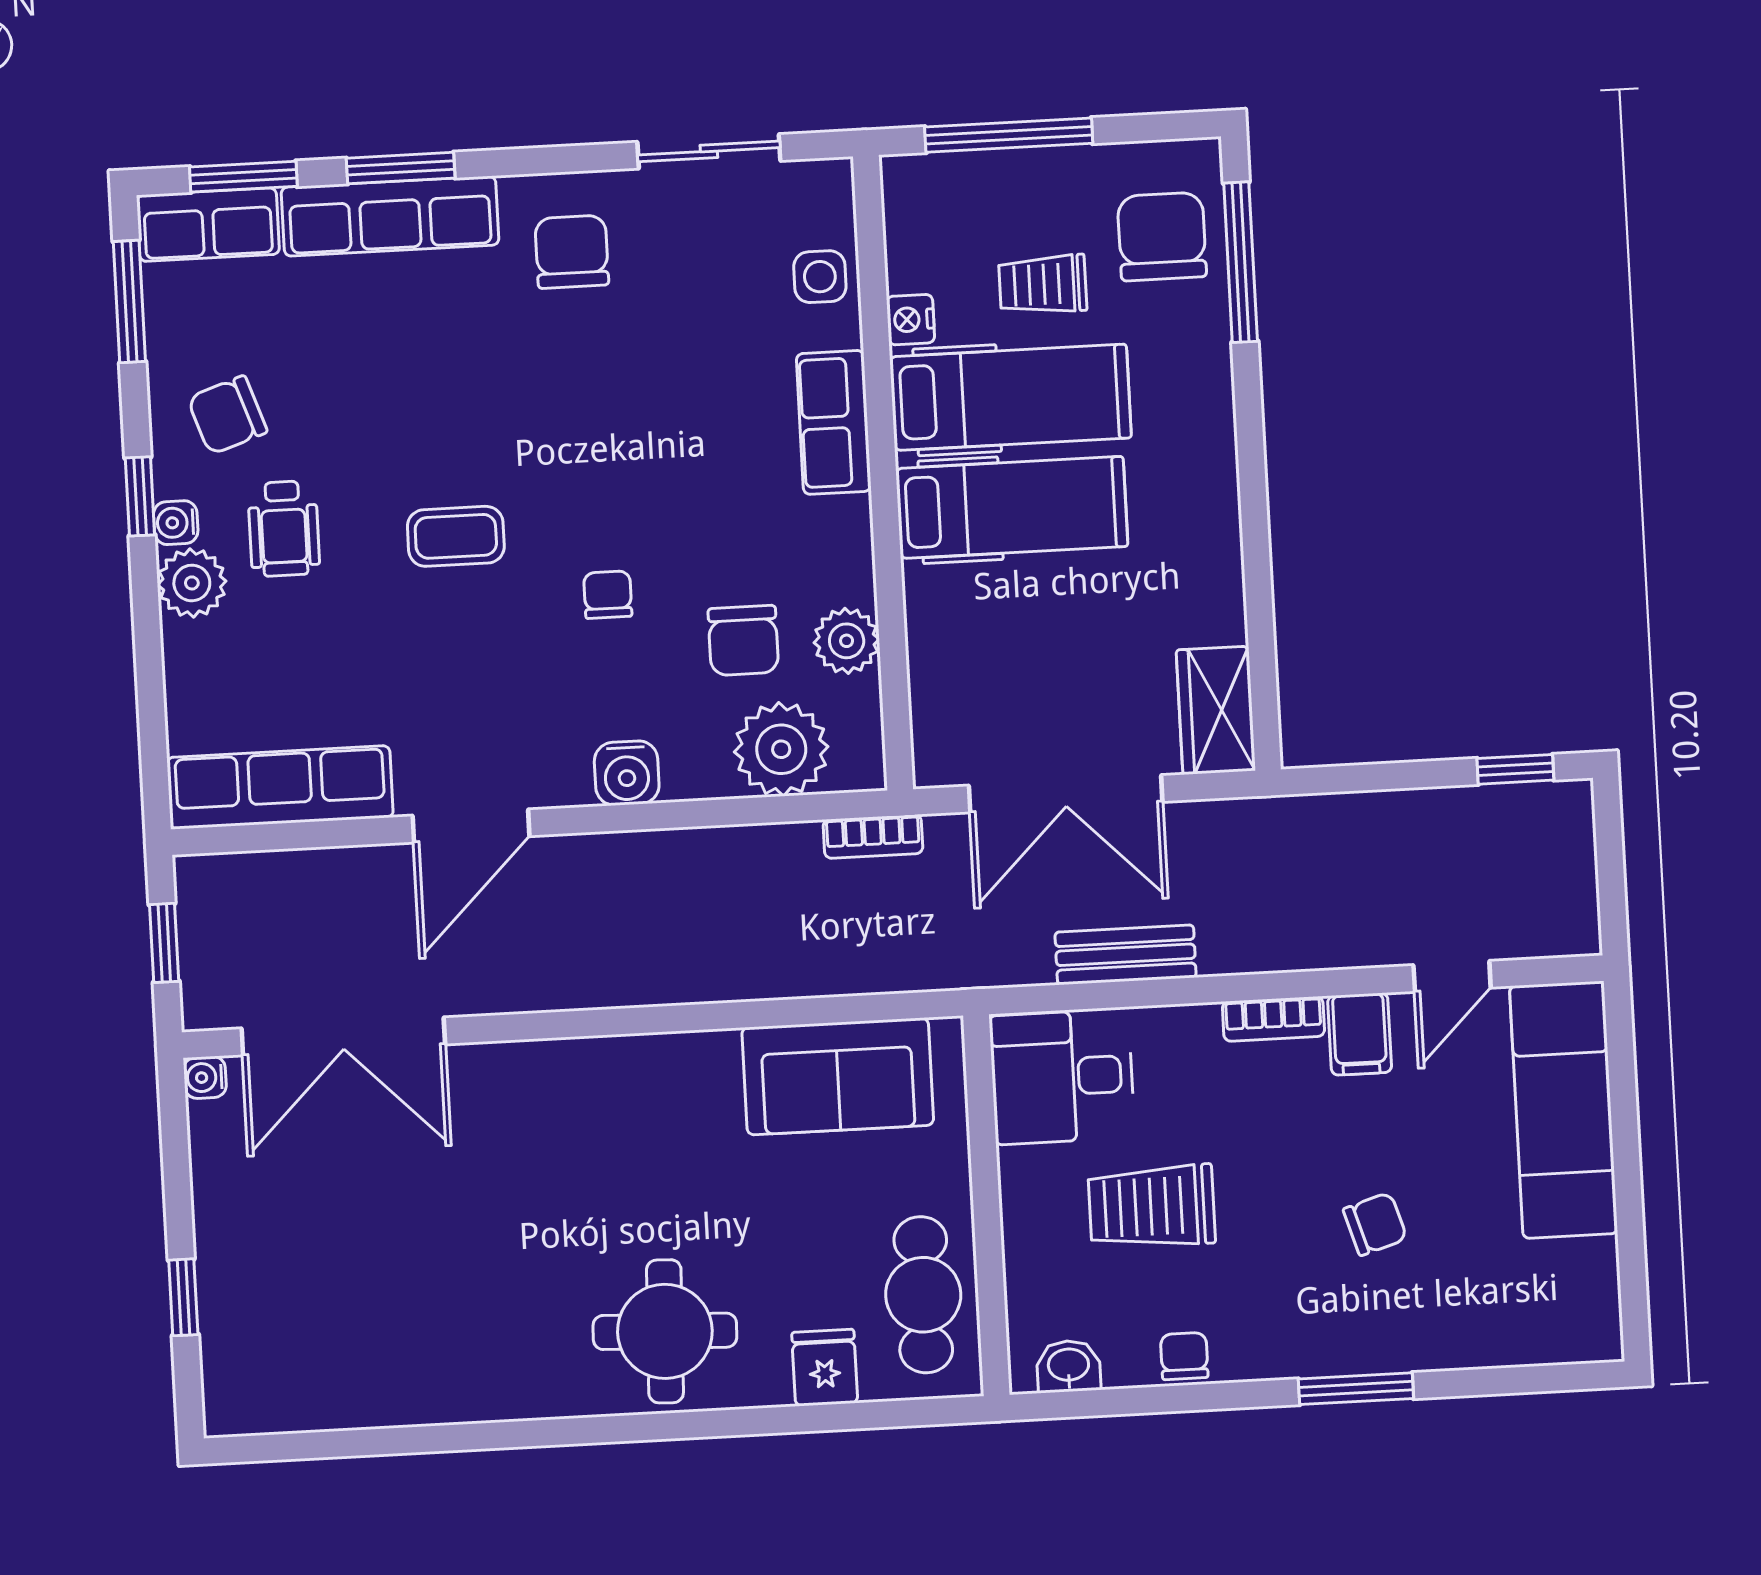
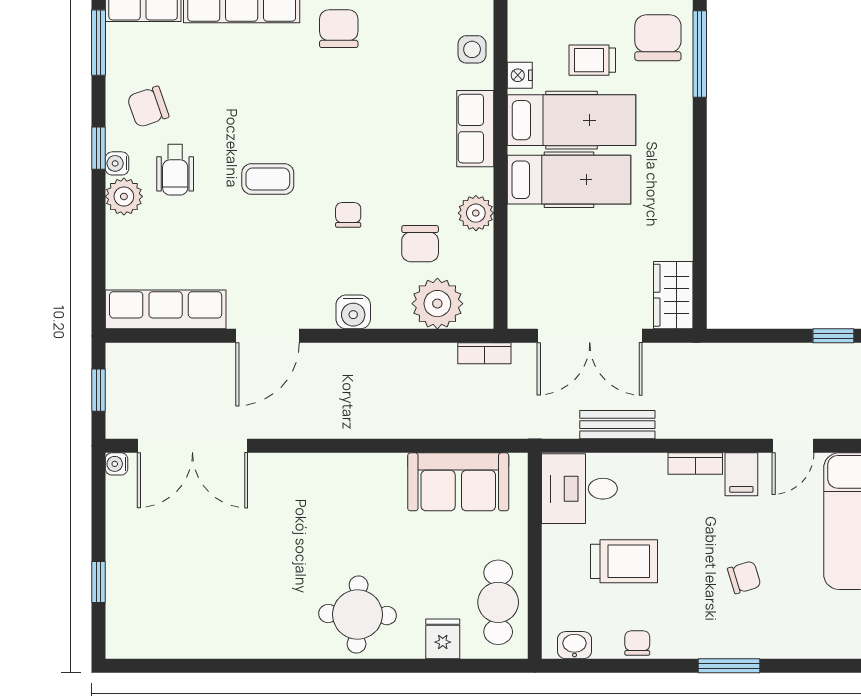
plant: (847, 641) -> (476, 213), moved
trolley: (1152, 1207) -> (624, 561), turned 180

